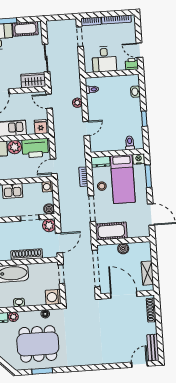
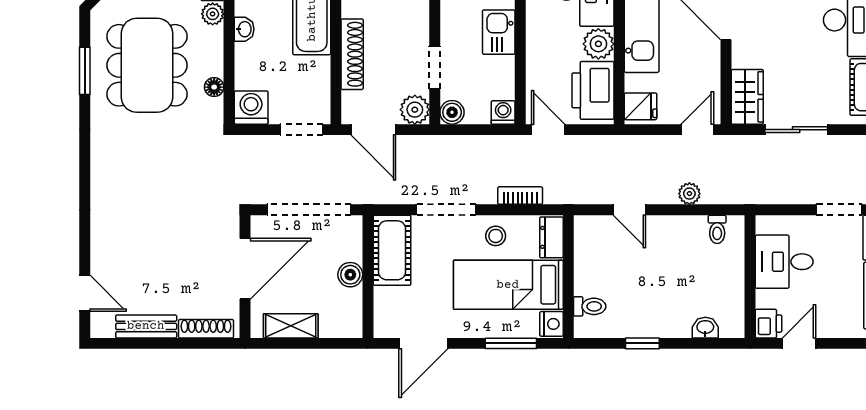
bench: (153, 348) -> (146, 326), moved

